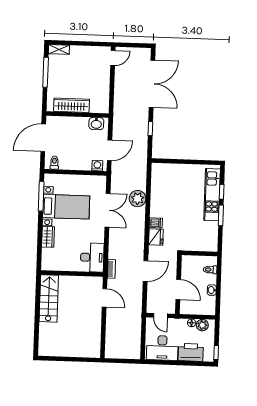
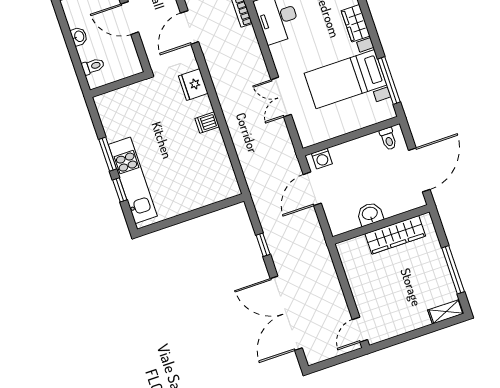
washbasin: (96, 124) -> (370, 214), moved
plant: (138, 199) -> (243, 132), removed
double door: (107, 210) -> (281, 97), width x0.73
dishwasher: (156, 223) -> (207, 123), moved

